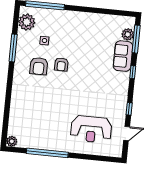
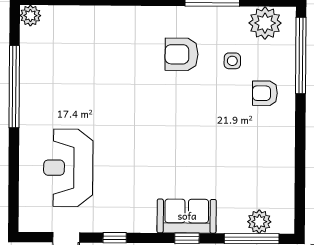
sofa: (123, 56) -> (187, 216), moved
armchair: (61, 64) -> (265, 93), moved

